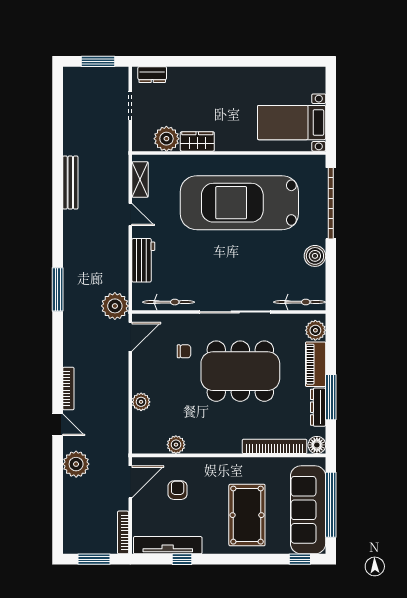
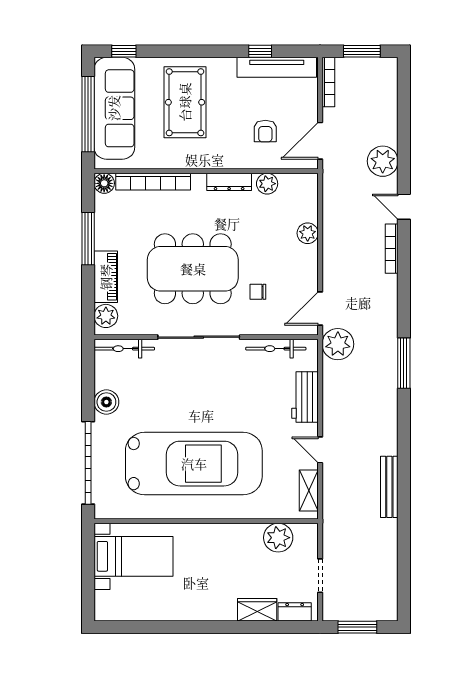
wardrobe: (197, 141) -> (257, 610), moved, turned 180
dresser: (318, 407) -> (229, 182), moved, turned 90

